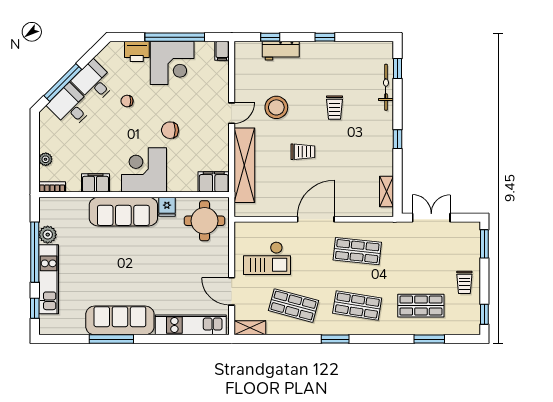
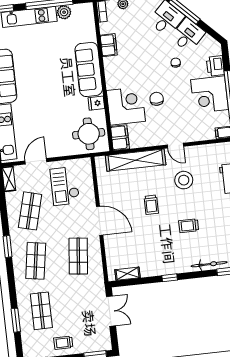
corner desk: (144, 170) -> (126, 106), moved

